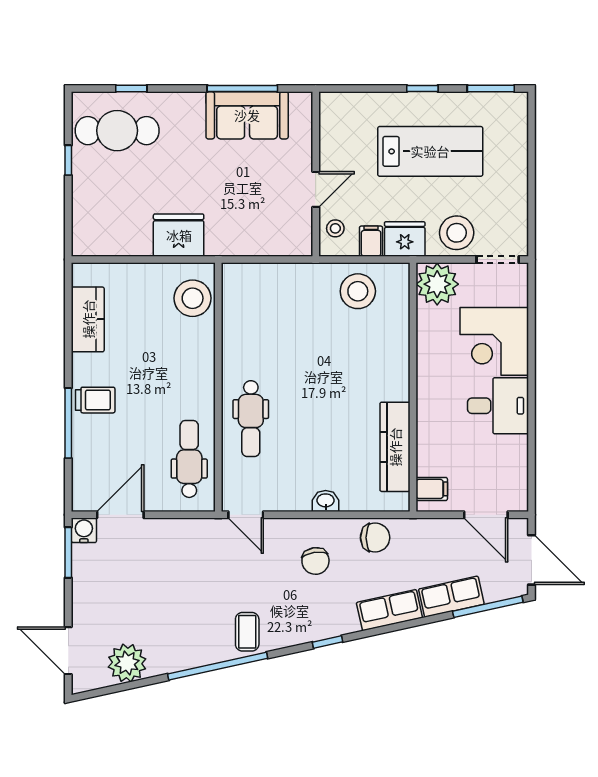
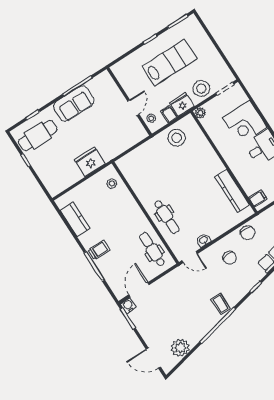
sofa: (247, 115) -> (74, 104), moved
plant: (437, 284) -> (200, 113), width x0.53, depth x0.53
stool: (193, 298) -> (112, 184), width x0.53, depth x0.53
washbasin: (326, 501) -> (204, 240), moved
chair: (375, 538) -> (248, 233), turned 90

